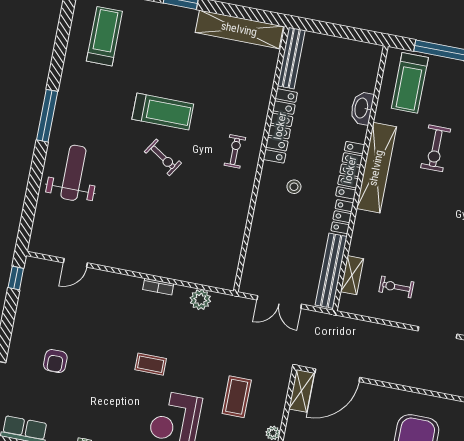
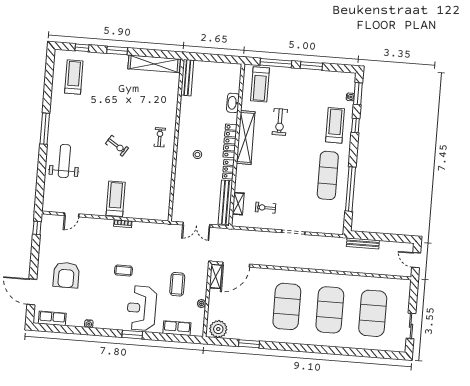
treadmill: (163, 112) -> (116, 199), moved, turned -90
locker: (280, 126) -> (185, 119), removed
plant: (200, 300) -> (149, 228), removed
armchair: (55, 361) -> (66, 275), width x1.88, depth x1.88

